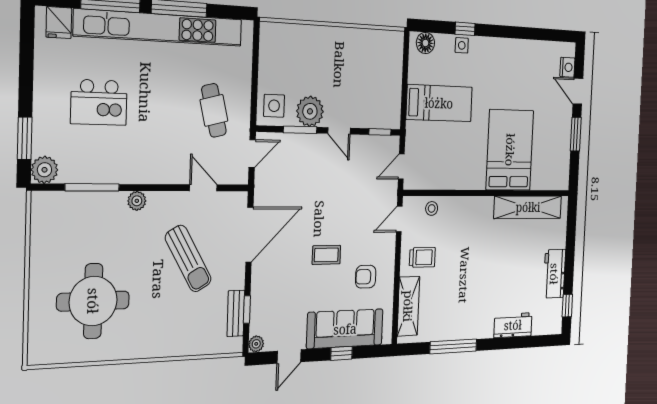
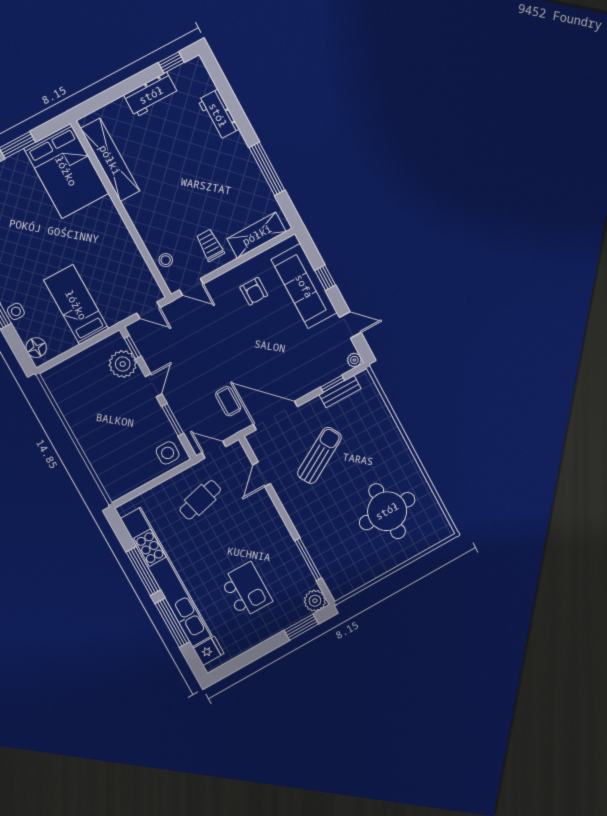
plant: (310, 111) -> (123, 364), moved
bed: (510, 150) -> (66, 171), moved, turned -90
plant: (137, 201) -> (299, 521), removed
coffee table: (326, 255) -> (228, 401), moved

